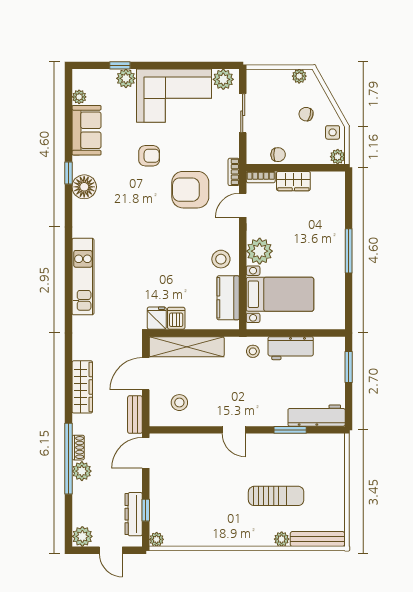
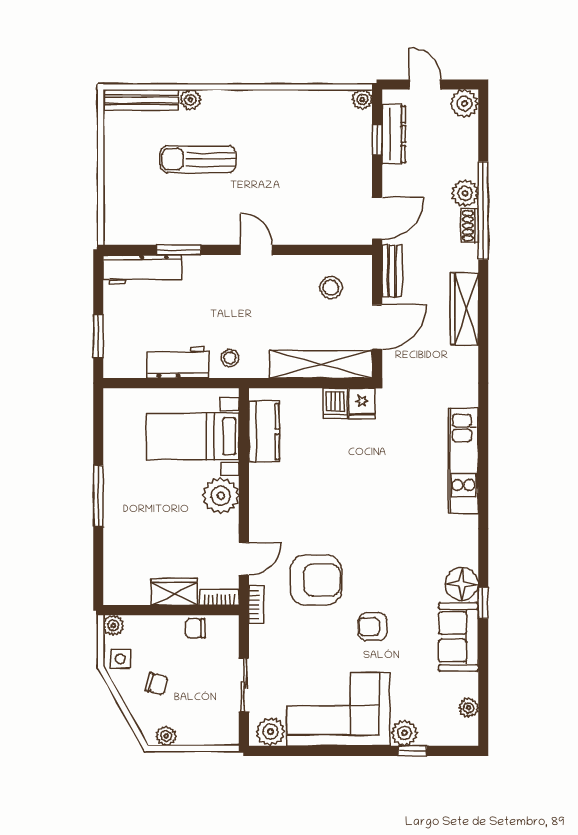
sofa: (87, 130) -> (458, 637), moved
stool: (221, 259) -> (274, 485), removed

